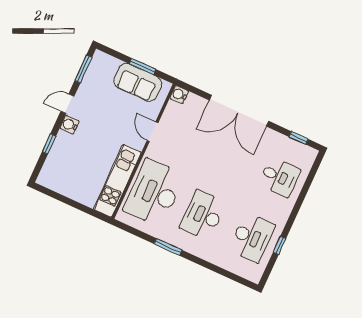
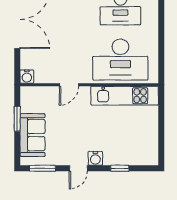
sofa: (138, 82) -> (33, 135), moved
door: (67, 104) -> (78, 168), hinge flipped
window: (168, 247) -> (161, 27), removed

